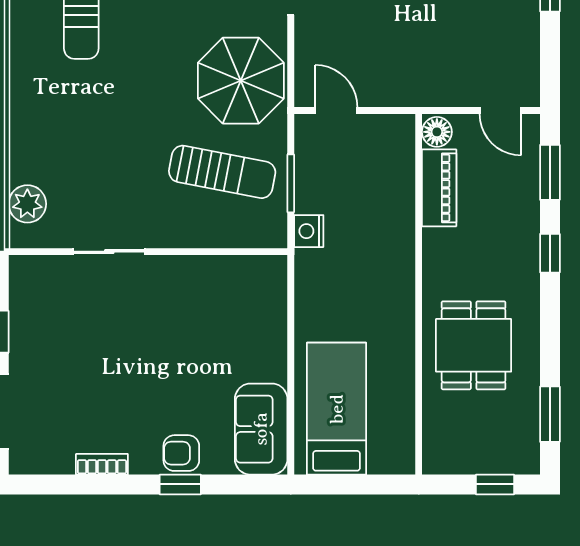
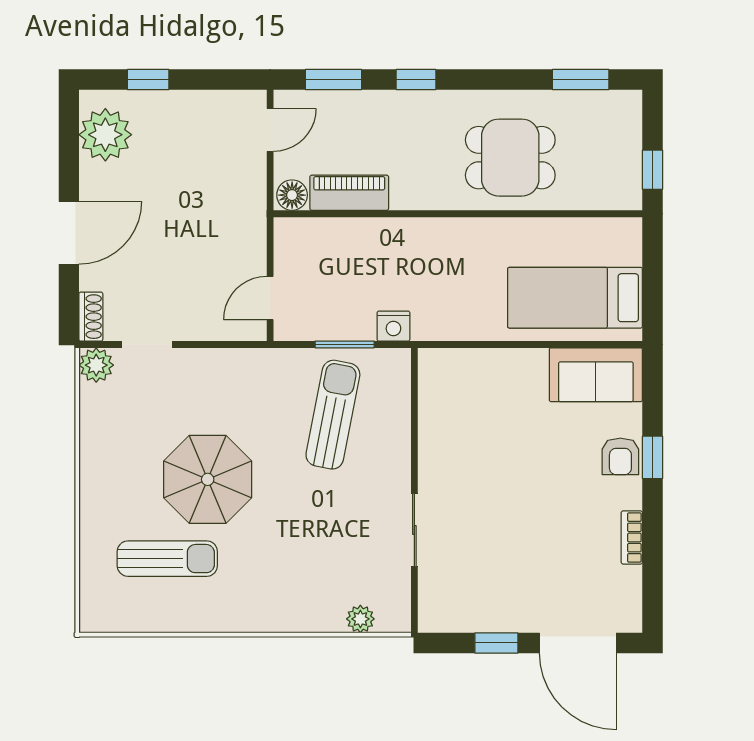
parasol: (241, 81) -> (208, 479), moved
plant: (27, 204) -> (360, 619), width x0.73, depth x0.73
window: (495, 484) -> (652, 170), moved

